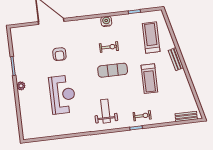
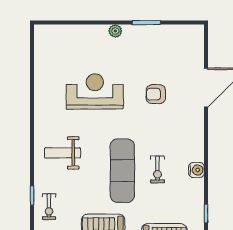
exercise mat: (113, 70) -> (122, 171), width x1.36, depth x1.45
reception desk: (62, 95) -> (95, 91), turned 180
weight bench: (106, 111) -> (63, 153), turned 180

